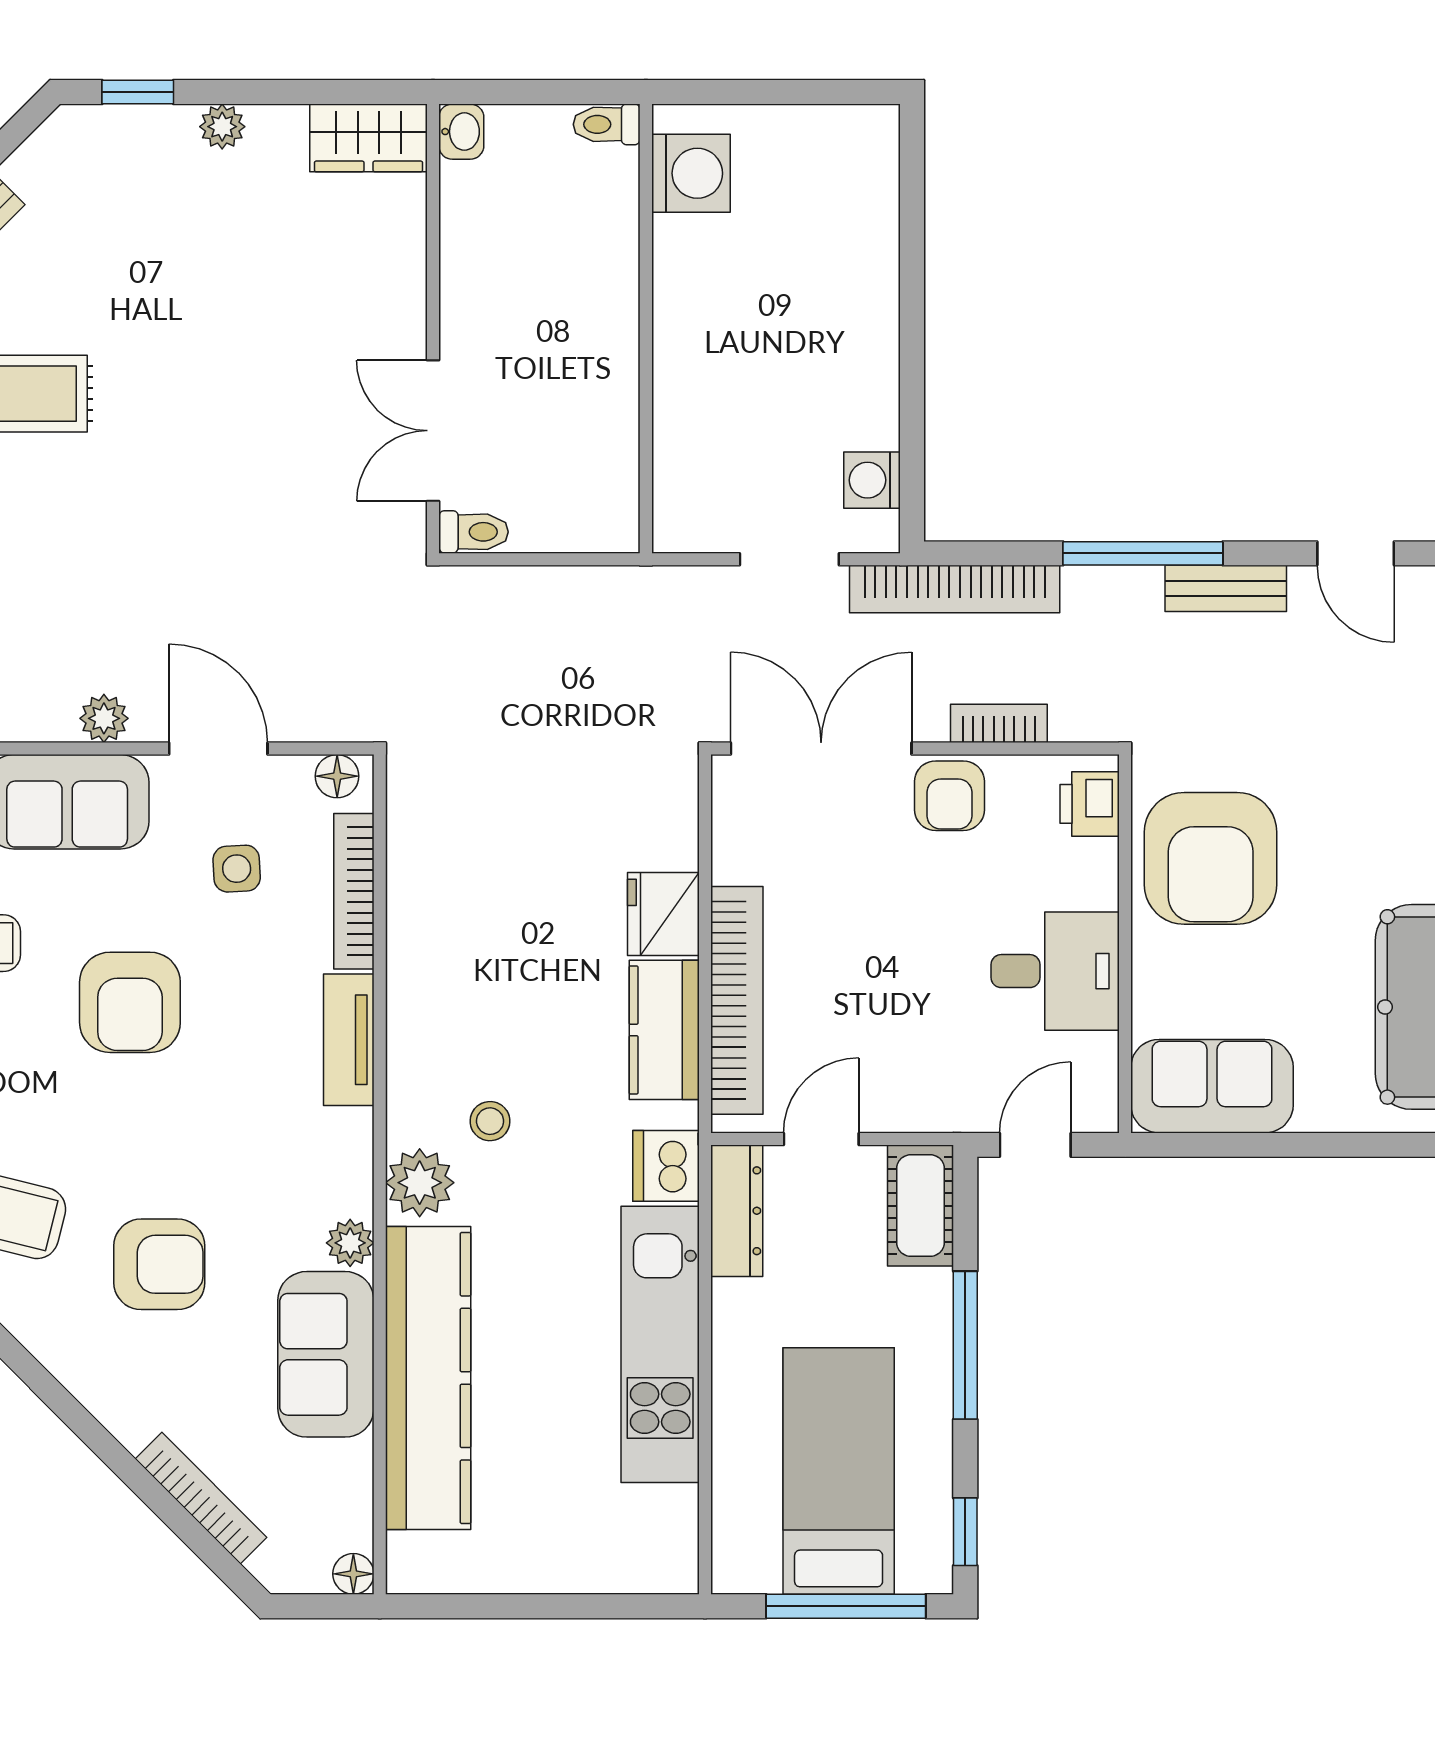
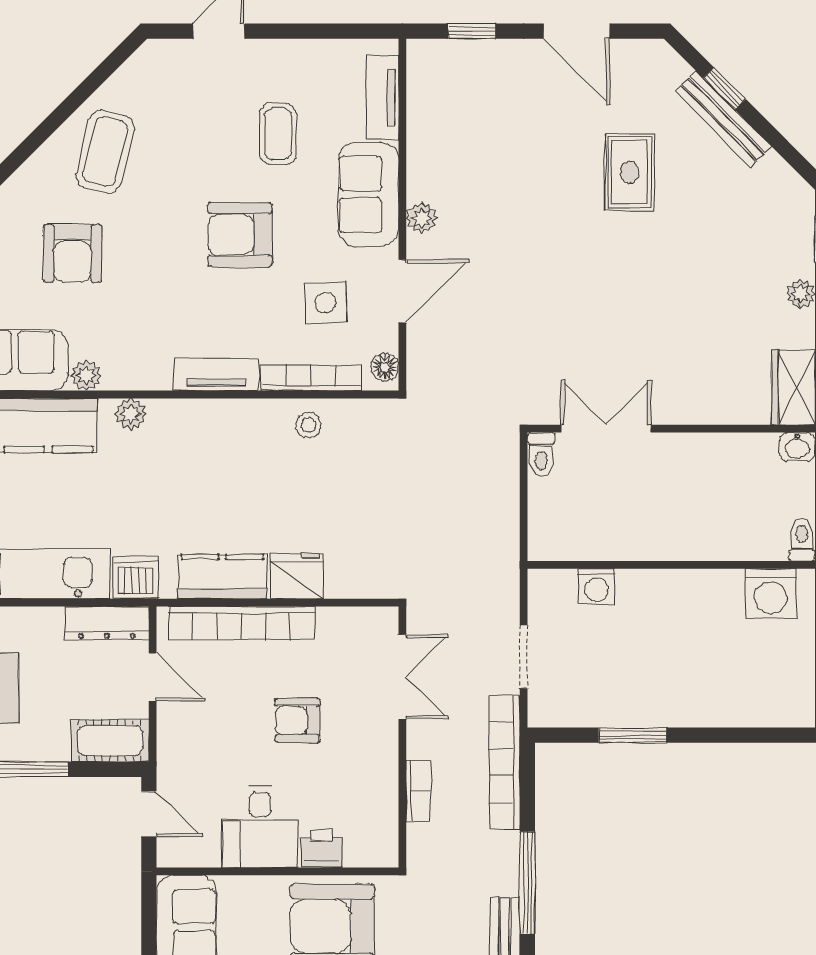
window: (912, 389) -> (633, 735), added
washing machine: (872, 480) -> (596, 587), moved, turned 180
double door: (821, 749) -> (402, 677), width x0.73
armchair: (949, 796) -> (297, 720), moved
printer: (1090, 804) -> (322, 849), moved
side table: (237, 869) -> (326, 303), width x1.37, depth x1.37
stool: (490, 1121) -> (309, 425), moved
plant: (420, 1183) -> (131, 414), width x0.73, depth x0.73

